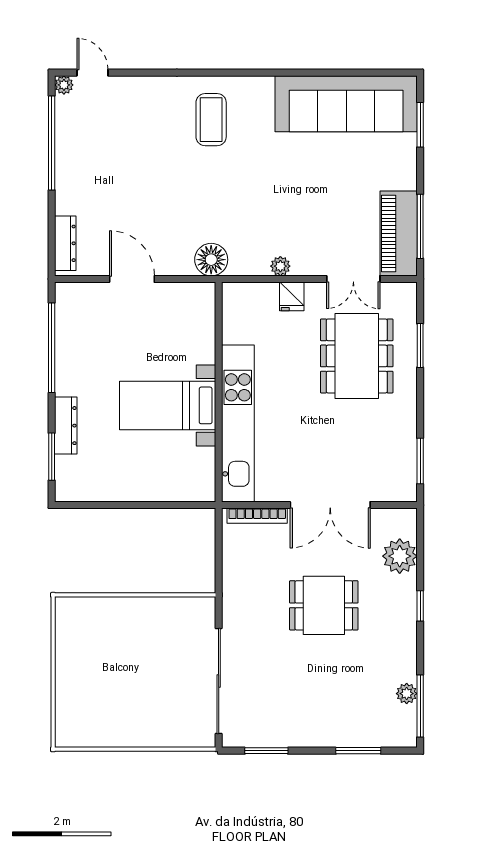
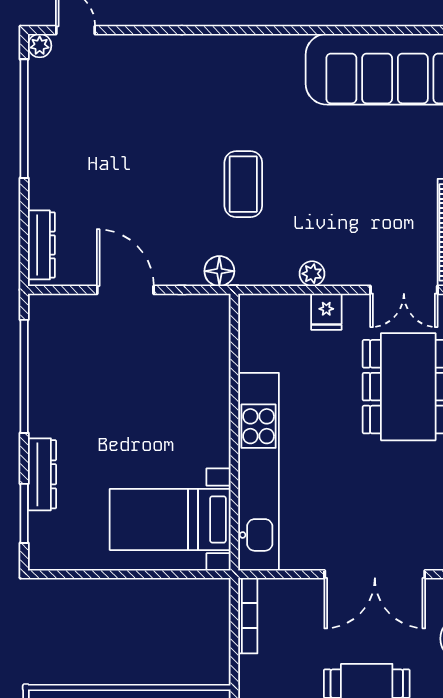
coffee table: (211, 120) -> (243, 184), moved
floor lamp: (211, 260) -> (219, 271), width x0.73, depth x0.73
bed with nightstands: (168, 405) -> (170, 519), moved
bookcase: (257, 516) -> (248, 616), moved, turned -90

